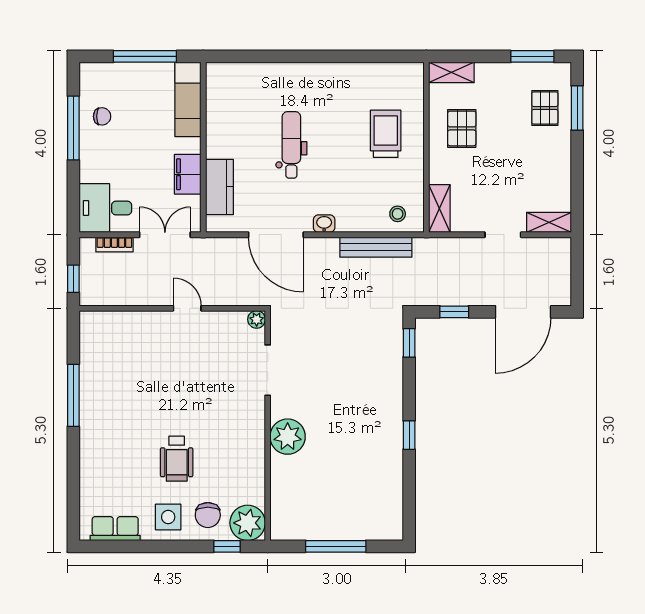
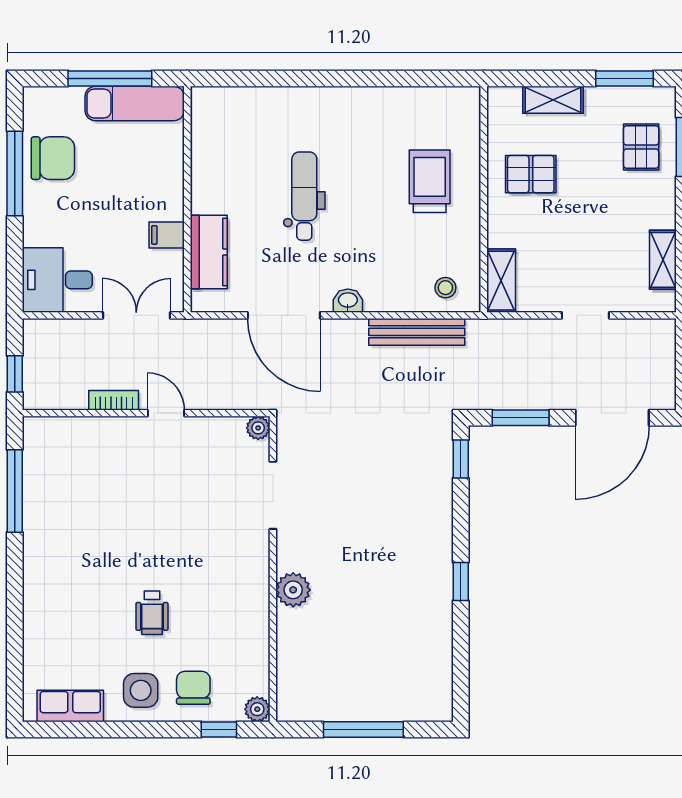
shelving: (451, 72) -> (553, 100), moved
exam couch: (188, 99) -> (135, 104), moved, turned -90
chair: (102, 116) -> (53, 158), width x1.87, depth x1.87
pallet: (462, 128) -> (531, 174), turned 90
filing cabinet: (188, 174) -> (167, 235), width x0.50
shelving: (549, 222) -> (663, 260), moved, turned 90
bookcase: (114, 244) -> (114, 400), moved, turned 180
window: (454, 312) -> (521, 418), width x1.50
window: (73, 395) -> (15, 491), moved
plant: (288, 437) -> (293, 590), width x0.73, depth x0.73
wheelchair: (177, 459) -> (152, 613), width x0.73, depth x0.73
chair: (208, 515) -> (193, 688), turned 180
plant: (248, 523) -> (257, 709), width x0.53, depth x0.53

